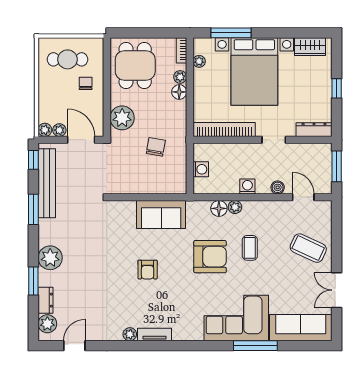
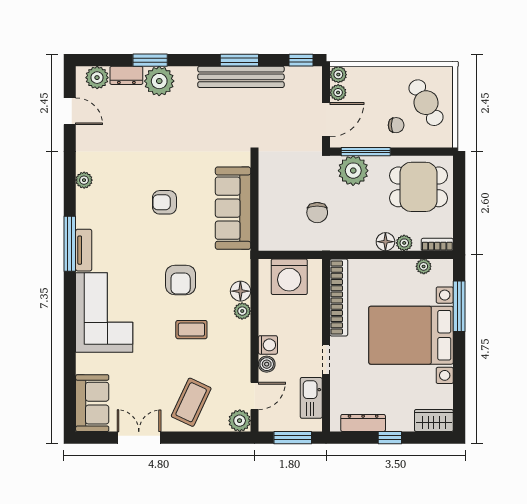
wardrobe: (310, 47) -> (434, 420), moved, turned 90
cafe table: (68, 59) -> (426, 103), turned -30
window: (107, 108) -> (366, 152), added
dresser: (314, 130) -> (363, 423), moved, turned -90
chair: (156, 147) -> (317, 213), turned 80
kitchen sink: (305, 152) -> (311, 398), added
washing machine: (201, 169) -> (289, 277), width x1.89, depth x1.89
bench: (47, 183) -> (241, 77), moved
washing machine: (247, 186) -> (268, 345), moved
plant: (323, 209) -> (240, 421), added
sofa: (161, 215) -> (233, 208), width x1.36
armchair: (210, 257) -> (181, 280), width x0.73, depth x0.73
plant: (50, 258) -> (159, 81), moved
sofa: (301, 328) -> (92, 403), width x0.73
tv unit: (154, 334) -> (84, 250), moved
window: (255, 346) -> (70, 244), moved

